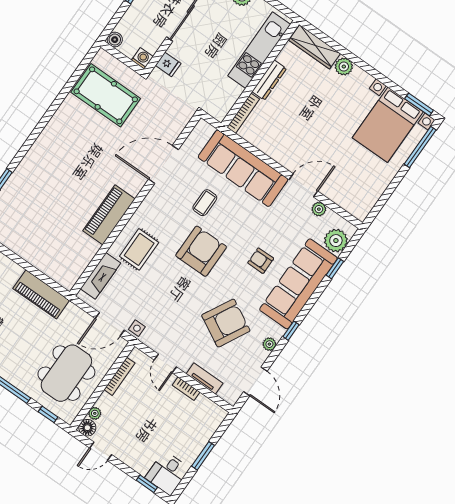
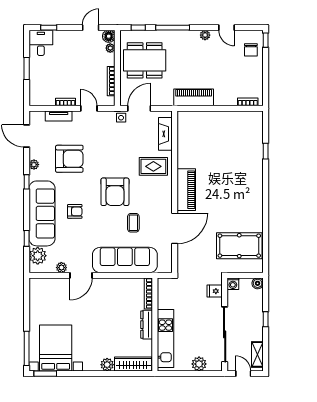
piano: (109, 215) -> (186, 190), moved
rug: (139, 249) -> (153, 166), turned 90
armchair: (226, 323) -> (69, 159), turned -118
dining table: (66, 373) -> (145, 60), turned 90

